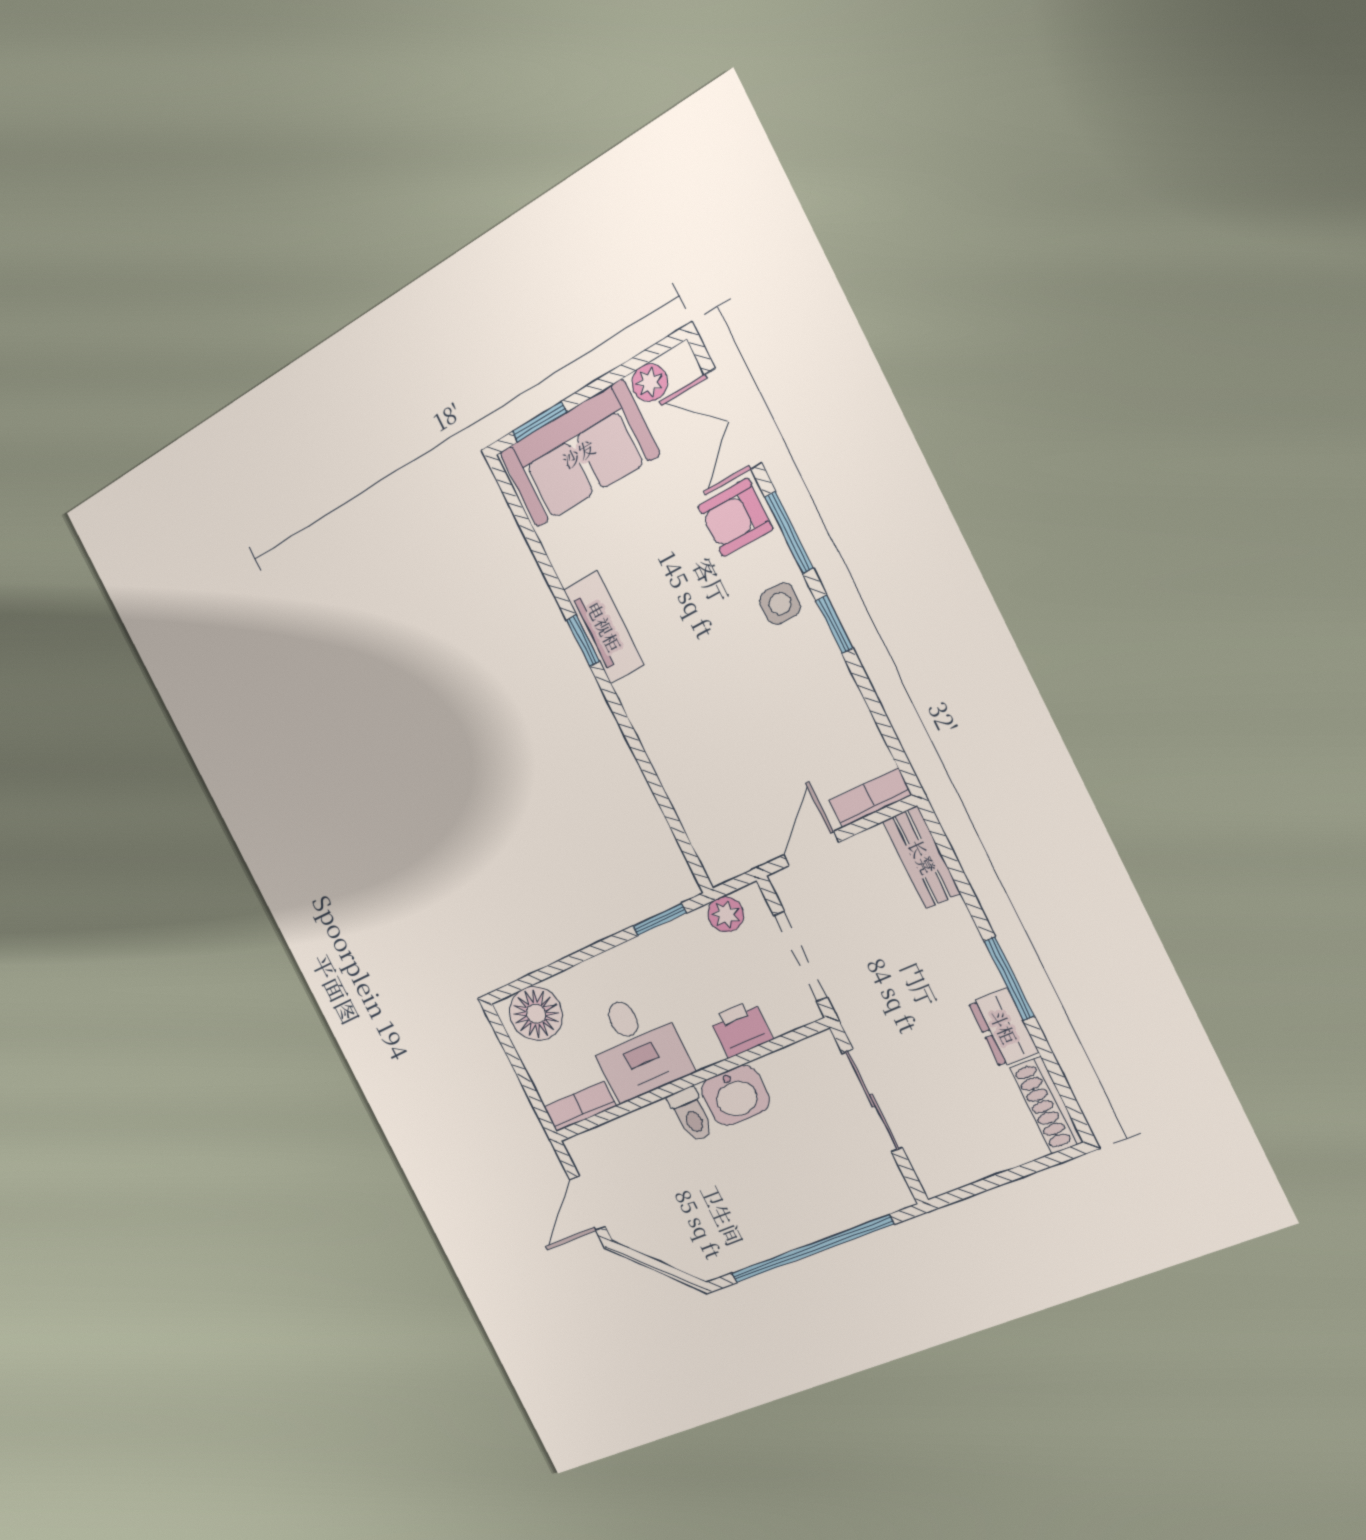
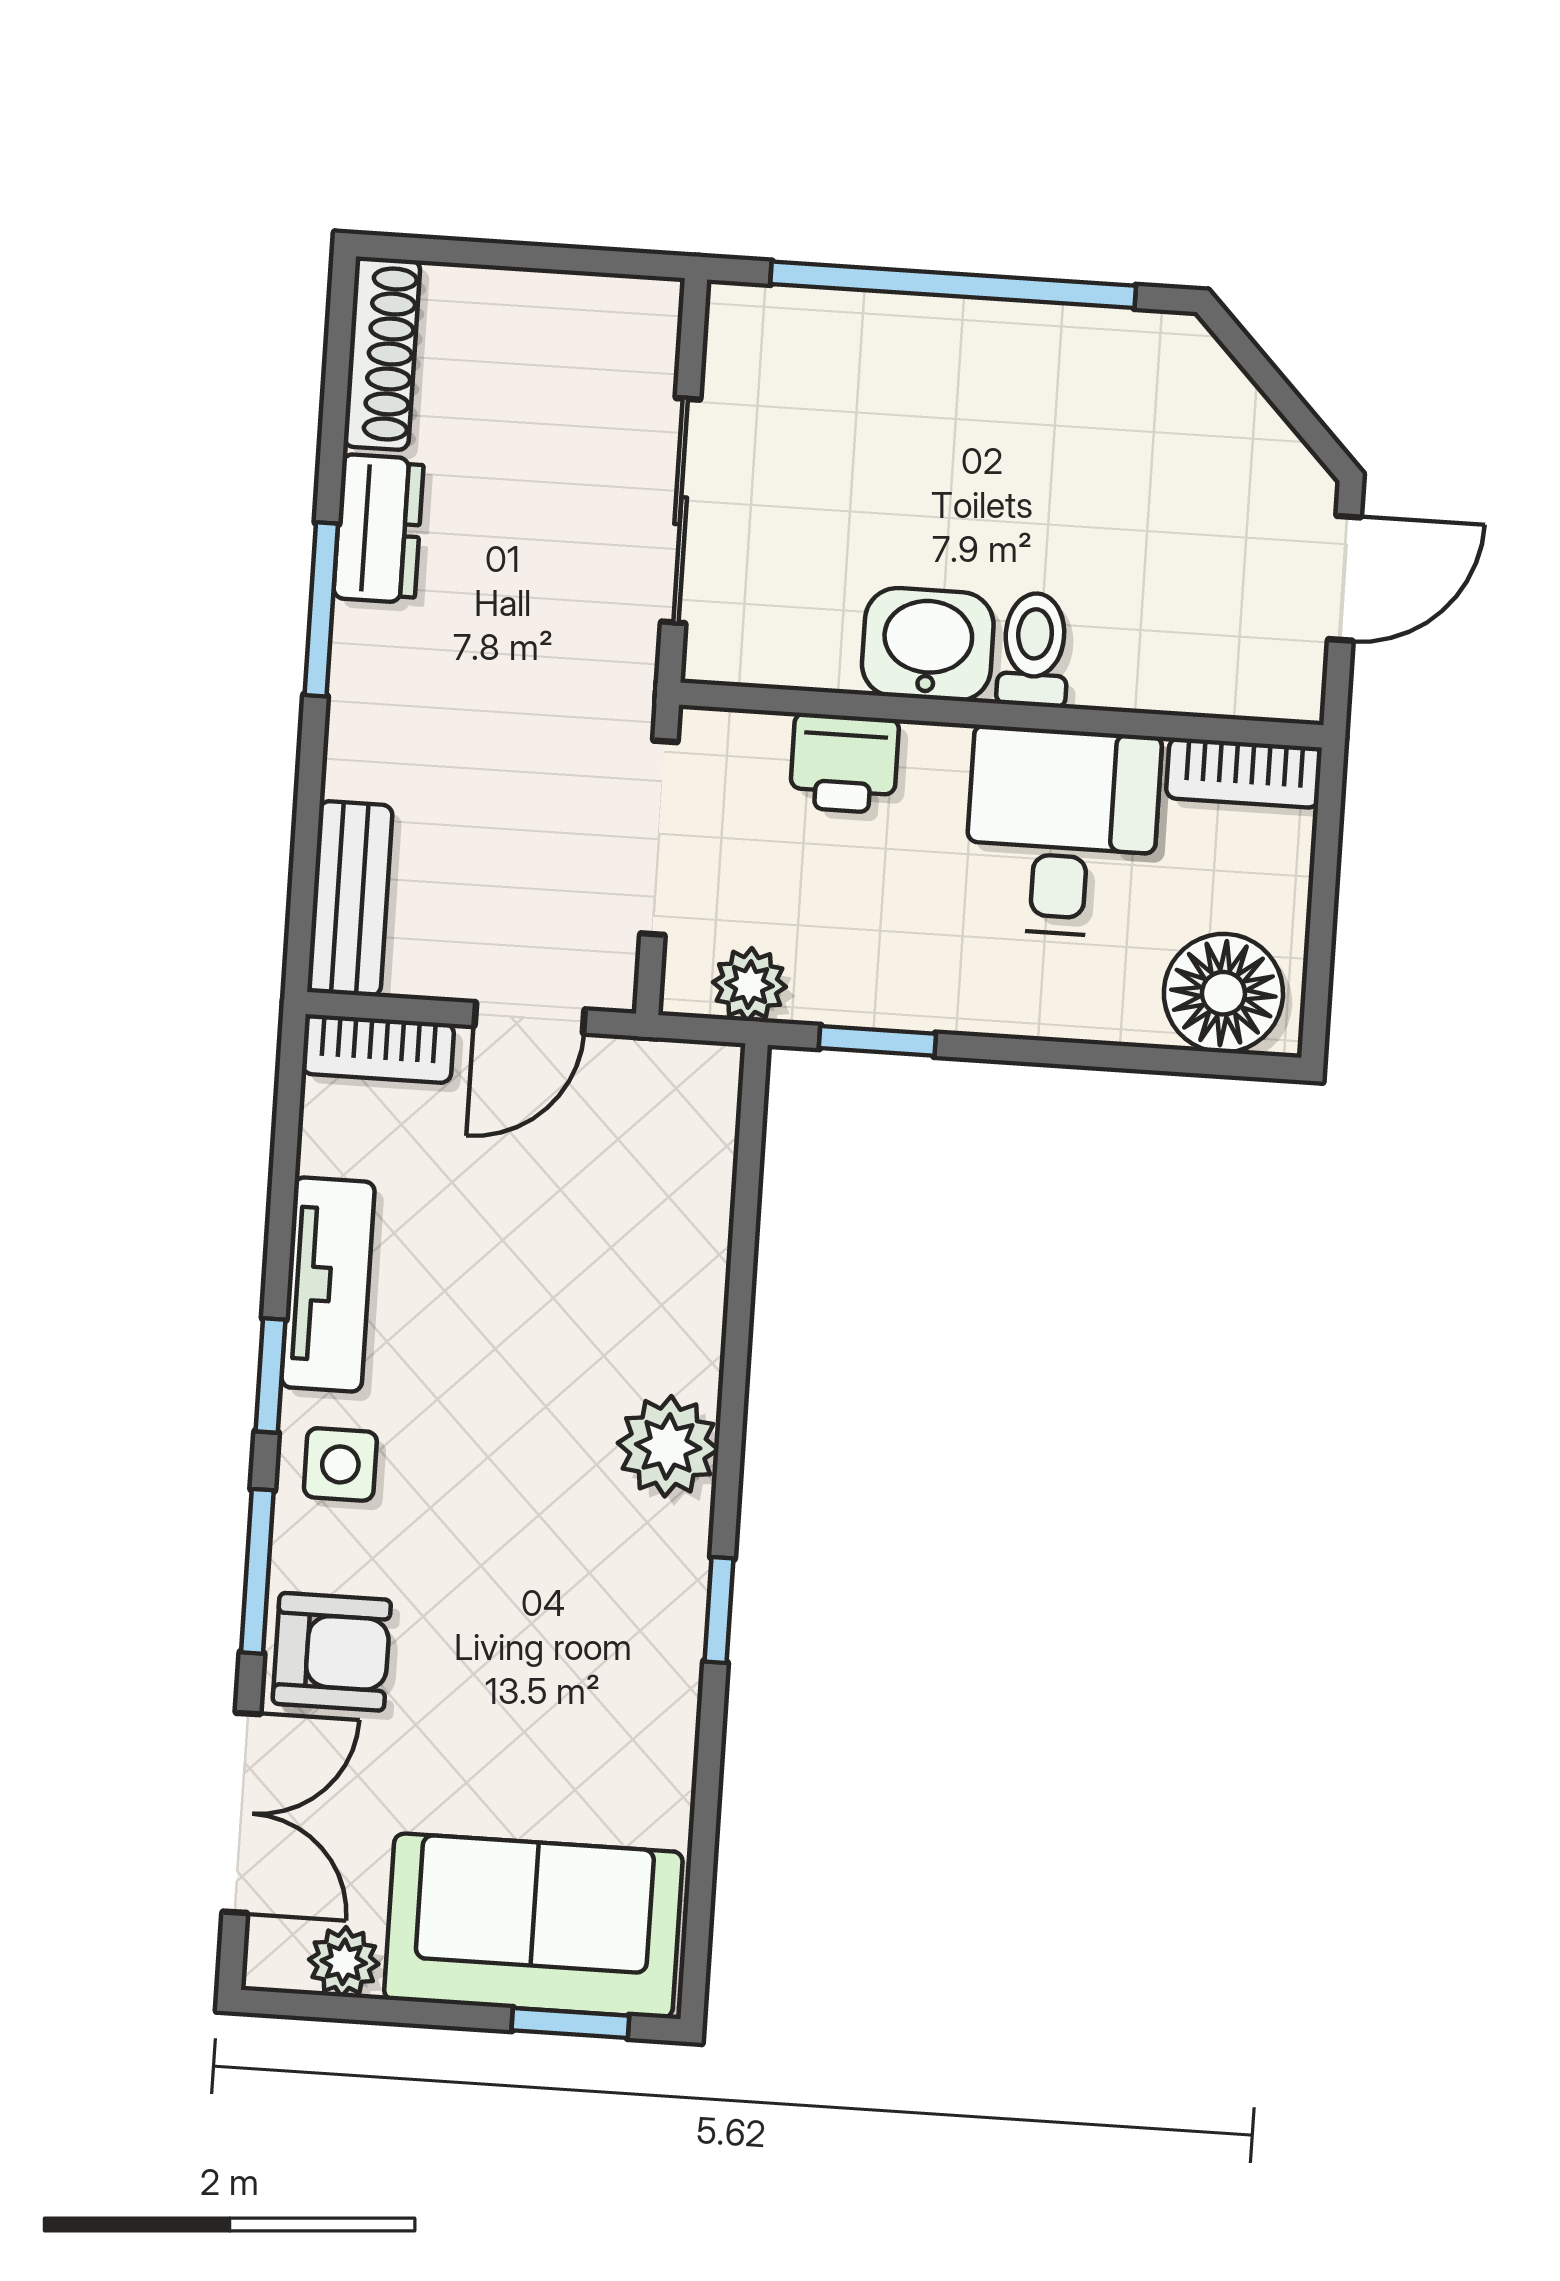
tv unit: (604, 627) -> (328, 1285), moved, turned 180
plant: (645, 698) -> (668, 1446), added

